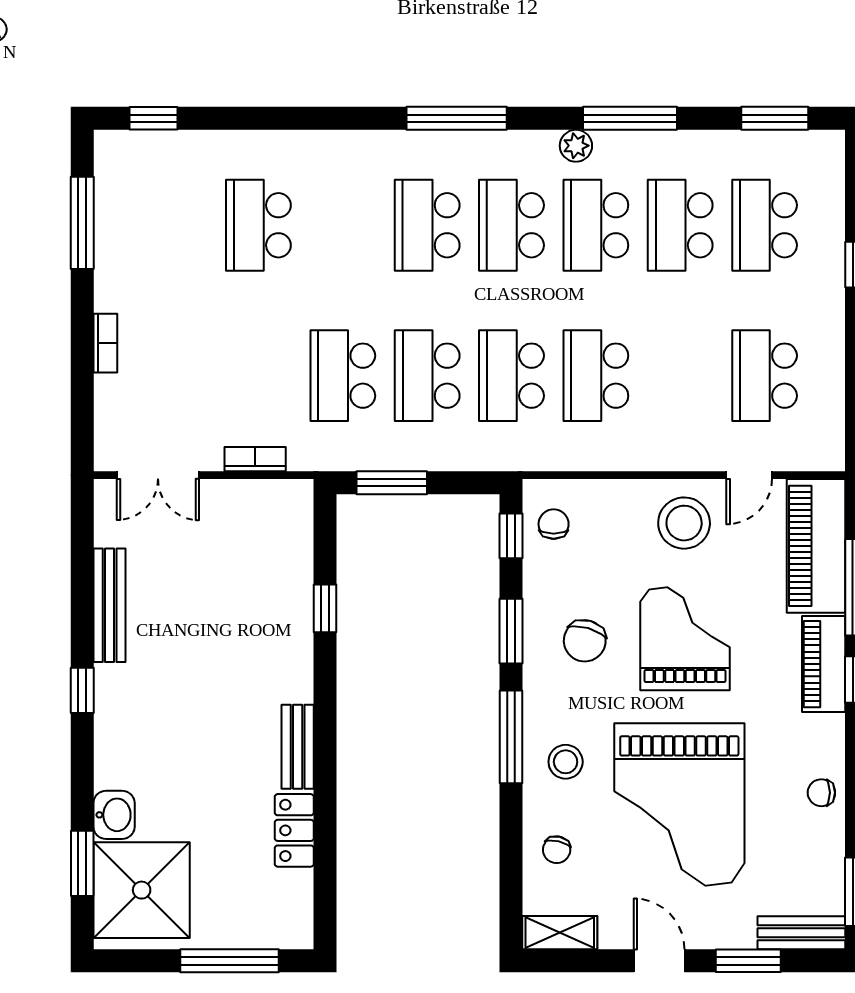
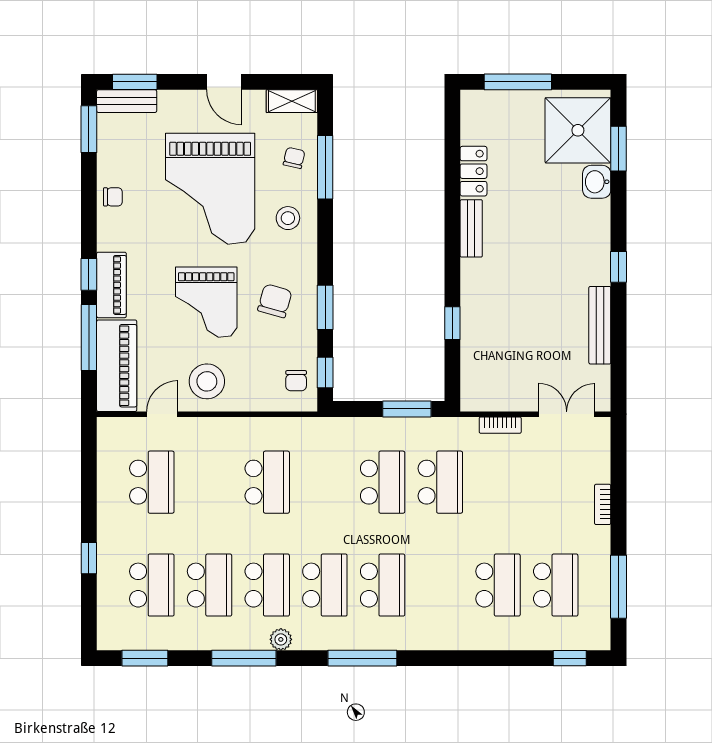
school desk: (512, 376) -> (556, 585), moved
window: (511, 737) -> (325, 167), moved
grand piano: (679, 804) -> (210, 189), turned 180
window: (748, 961) -> (135, 82), moved

